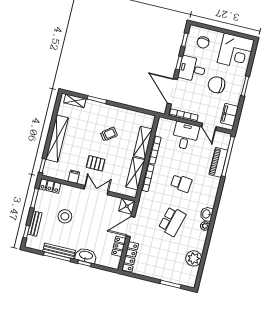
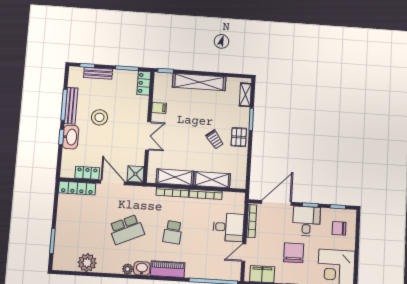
piano: (218, 162) -> (168, 269), moved
pallet: (96, 163) -> (239, 137), moved
stool: (65, 216) -> (99, 117), moved
school desk: (172, 221) -> (127, 229), turned -39

